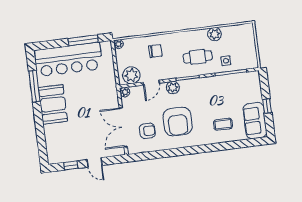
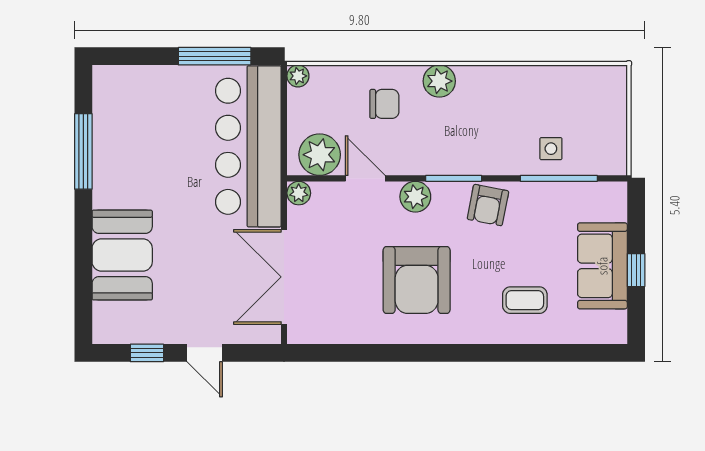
plant: (215, 34) -> (439, 81), moved
cafe table: (198, 57) -> (484, 131), removed
bar counter: (68, 59) -> (248, 146), moved, turned 90
door: (151, 83) -> (365, 178), swing flipped
booth: (53, 104) -> (122, 255), moved
sofa: (255, 121) -> (602, 266), moved
armchair: (147, 131) -> (488, 205), moved, turned 101

